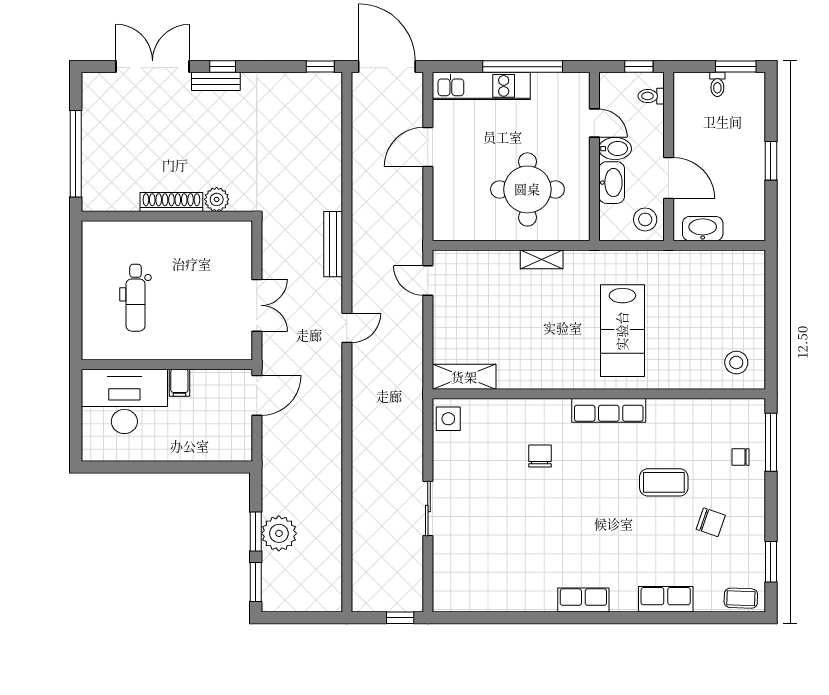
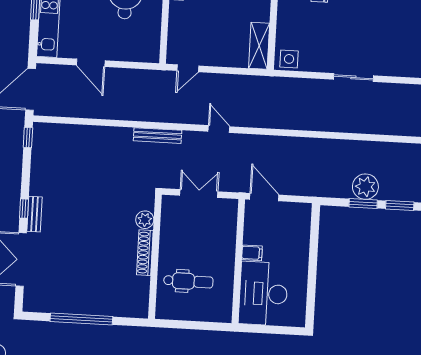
plant: (217, 199) -> (145, 220), moved
shoe rack: (171, 202) -> (145, 253), moved
wall: (167, 216) -> (155, 257), moved

